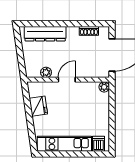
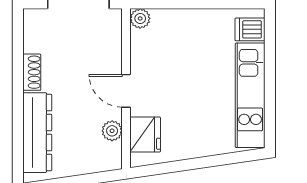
shoe rack: (89, 31) -> (32, 72), moved
fridge: (38, 106) -> (145, 135), moved, turned 98

